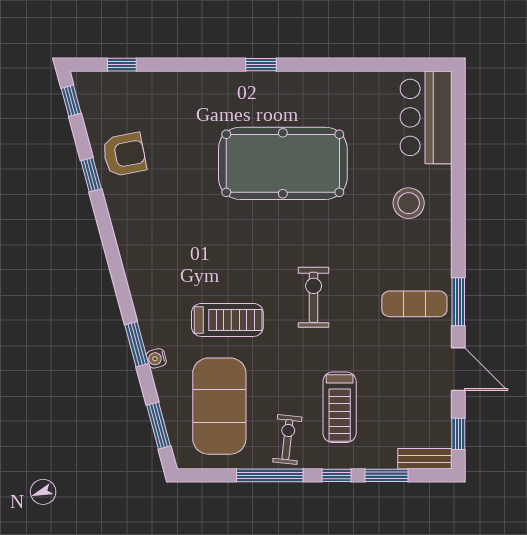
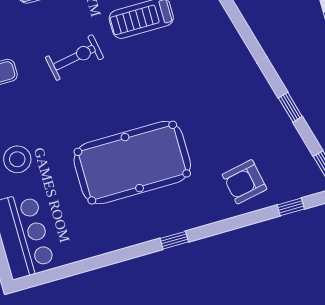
armchair: (124, 154) -> (245, 182), moved
exercise bike: (314, 297) -> (74, 58), turned -100

